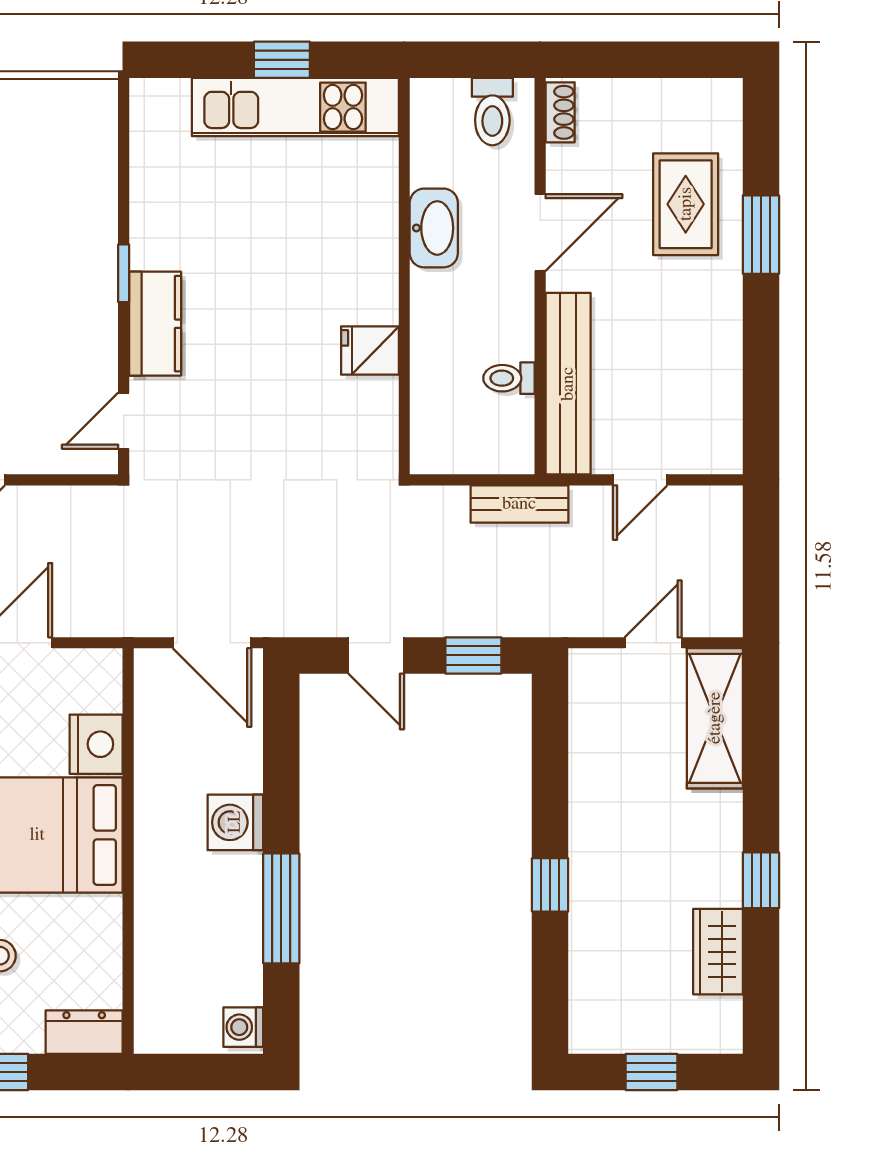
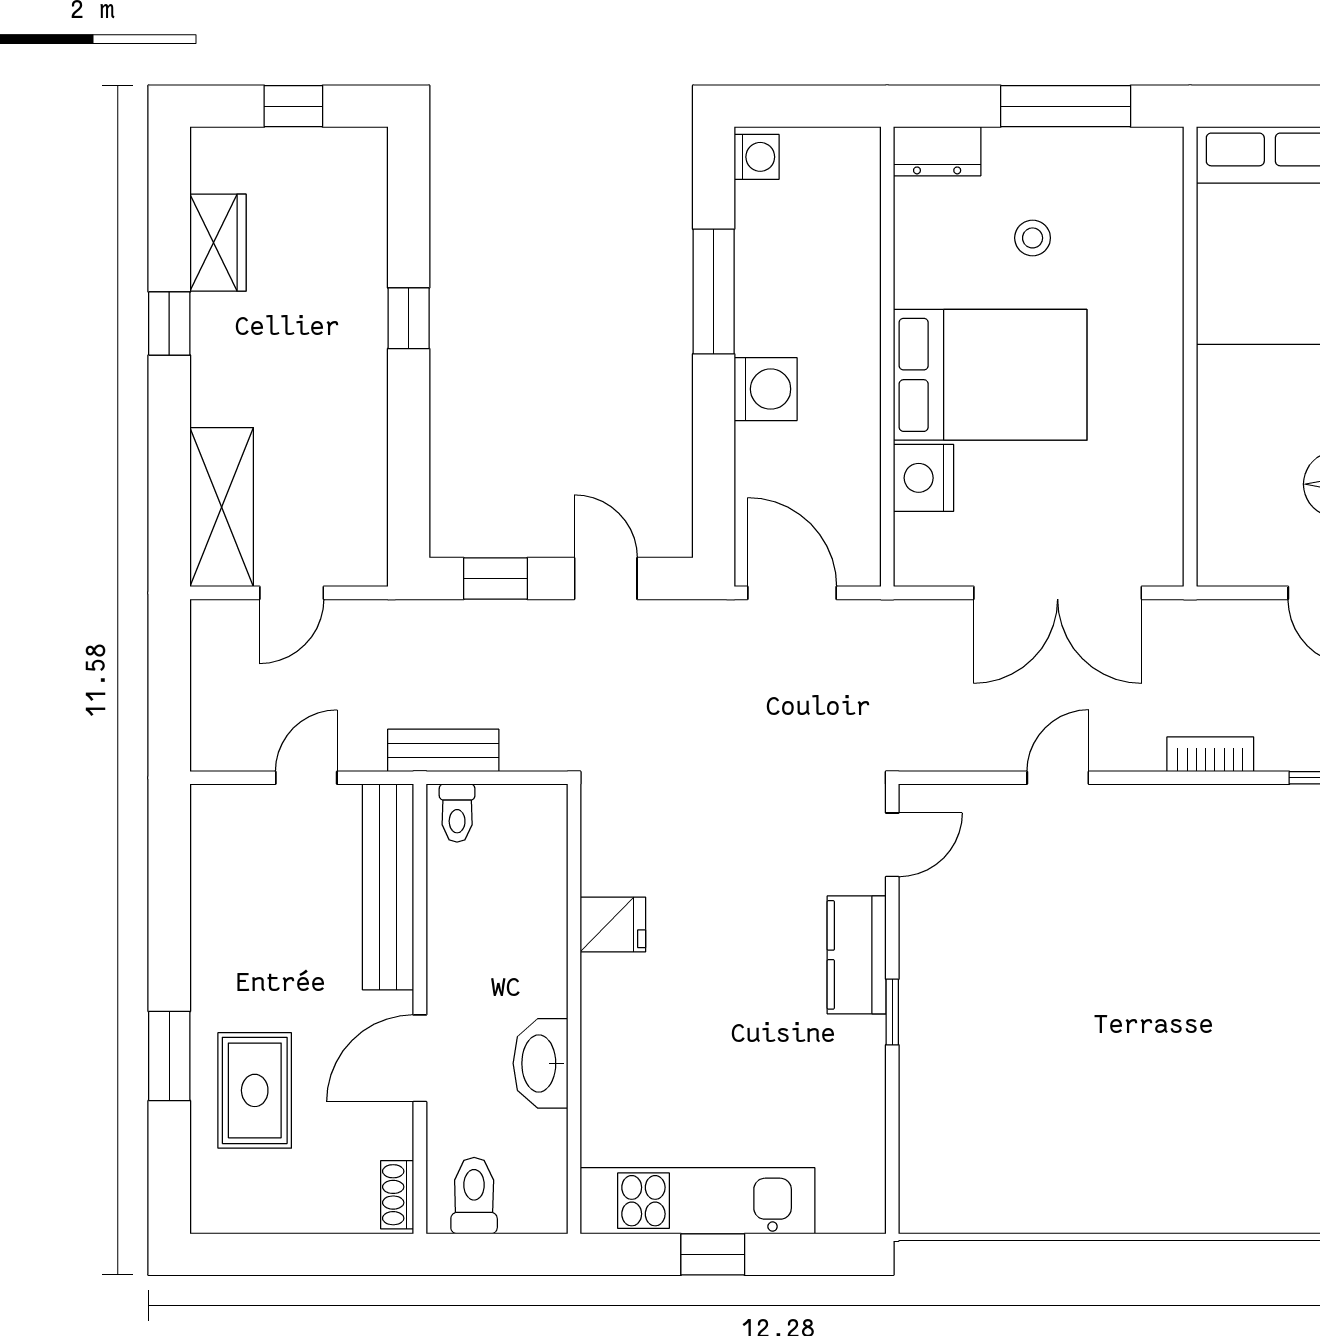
toilet: (509, 378) -> (457, 813), moved, turned 90

